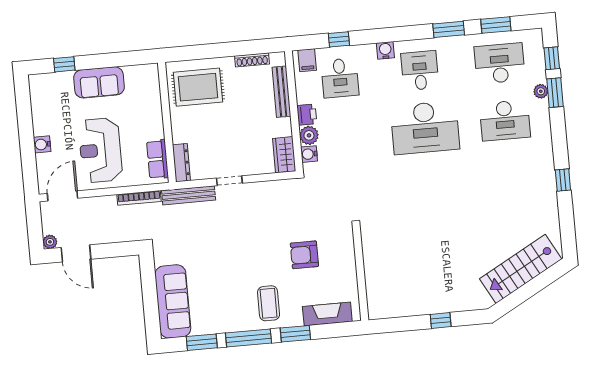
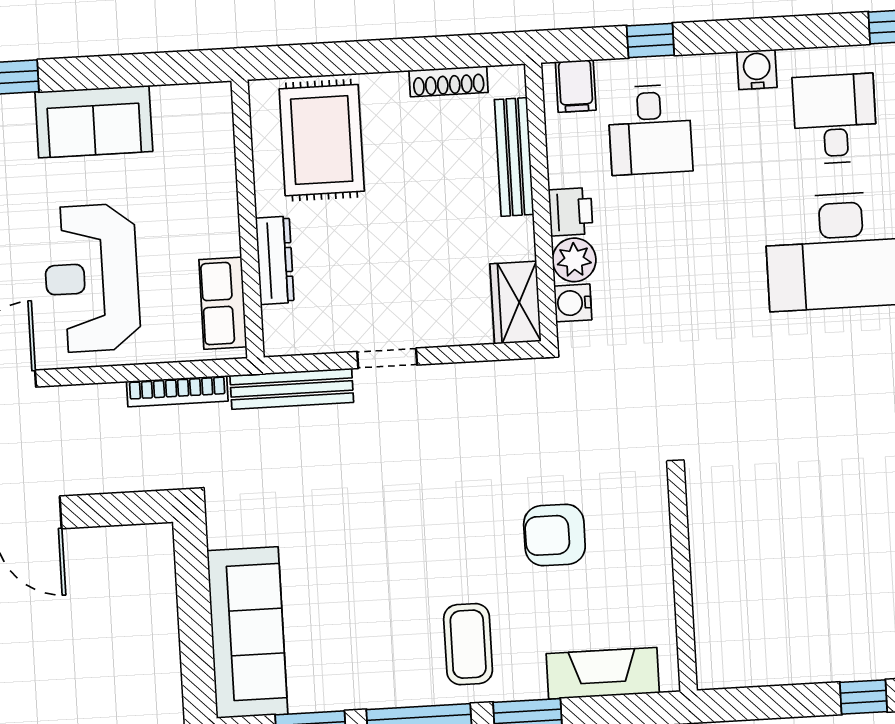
rug: (198, 87) -> (322, 140), turned 90
dresser: (181, 163) -> (275, 260), moved

